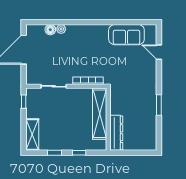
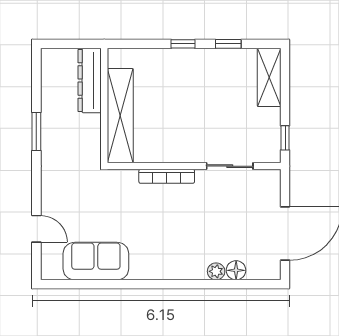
shelving: (100, 114) -> (120, 116), moved
wall: (108, 119) -> (104, 105), moved
dresser: (116, 133) -> (90, 80), moved

